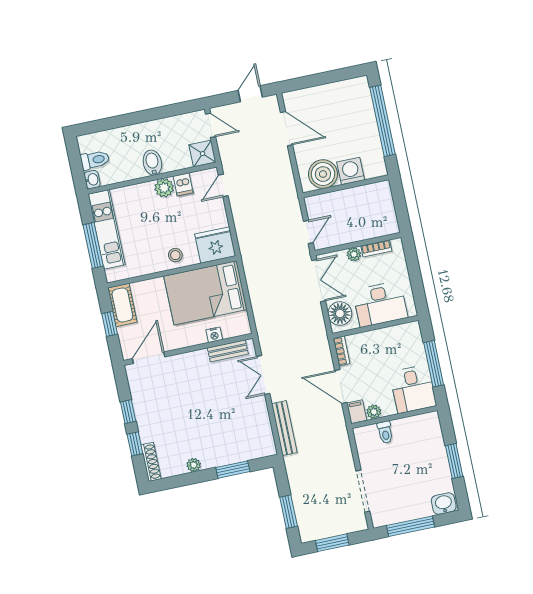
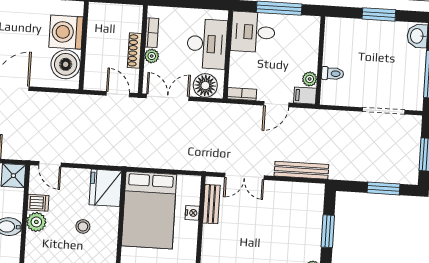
washing machine: (351, 171) -> (66, 32), width x1.37, depth x1.37
shoe rack: (355, 236) -> (134, 51), added
stool: (175, 255) -> (83, 226), moved
door: (341, 386) -> (276, 104), width x0.73
desk: (413, 389) -> (253, 32), moved, turned 180

